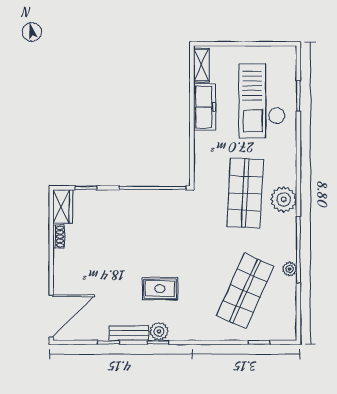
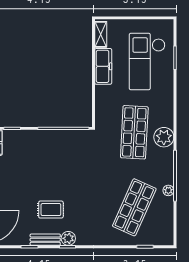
rug: (160, 289) -> (51, 210), moved

